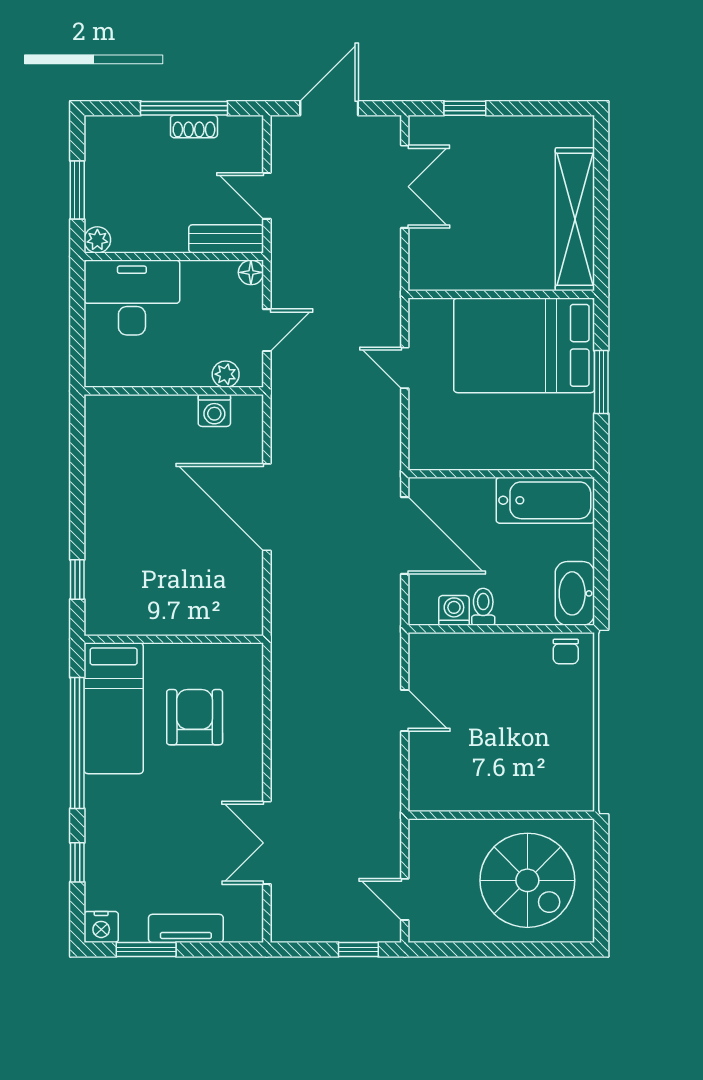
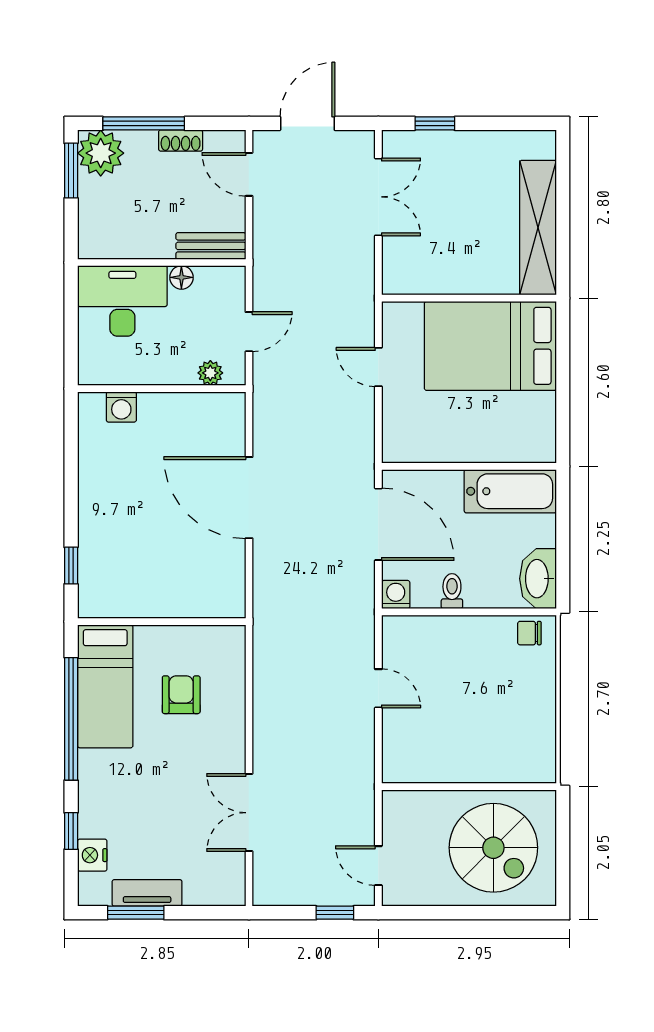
window: (184, 108) -> (144, 123), moved
window: (77, 190) -> (71, 171), moved
door: (267, 196) -> (249, 174), moved
plant: (97, 240) -> (101, 153), moved, width x1.88, depth x1.88
floor lamp: (251, 272) -> (181, 277), moved
window: (601, 382) -> (563, 380), removed
washing machine: (214, 410) -> (121, 407), moved
washing machine: (454, 610) -> (396, 595), moved
chair: (566, 651) -> (529, 633), turned 90
armchair: (195, 717) -> (181, 695), width x0.72, depth x0.72
nightstand: (101, 927) -> (92, 855), moved, turned 90
tv unit: (186, 928) -> (147, 893), moved

